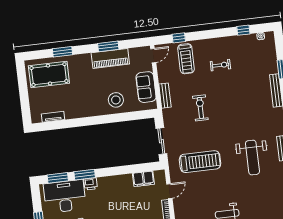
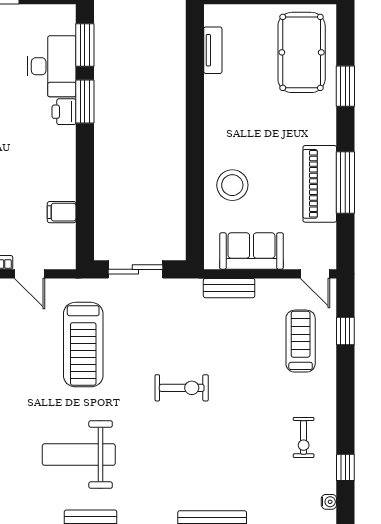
window: (108, 46) -> (345, 183), width x1.44
treadmill: (186, 59) -> (301, 341), turned 90
exercise bike: (220, 65) -> (304, 437), moved
exercise bike: (200, 108) -> (182, 388), moved
filing cabinet: (143, 179) -> (62, 212), width x0.50
desk: (65, 196) -> (52, 66), width x0.73, depth x0.77

